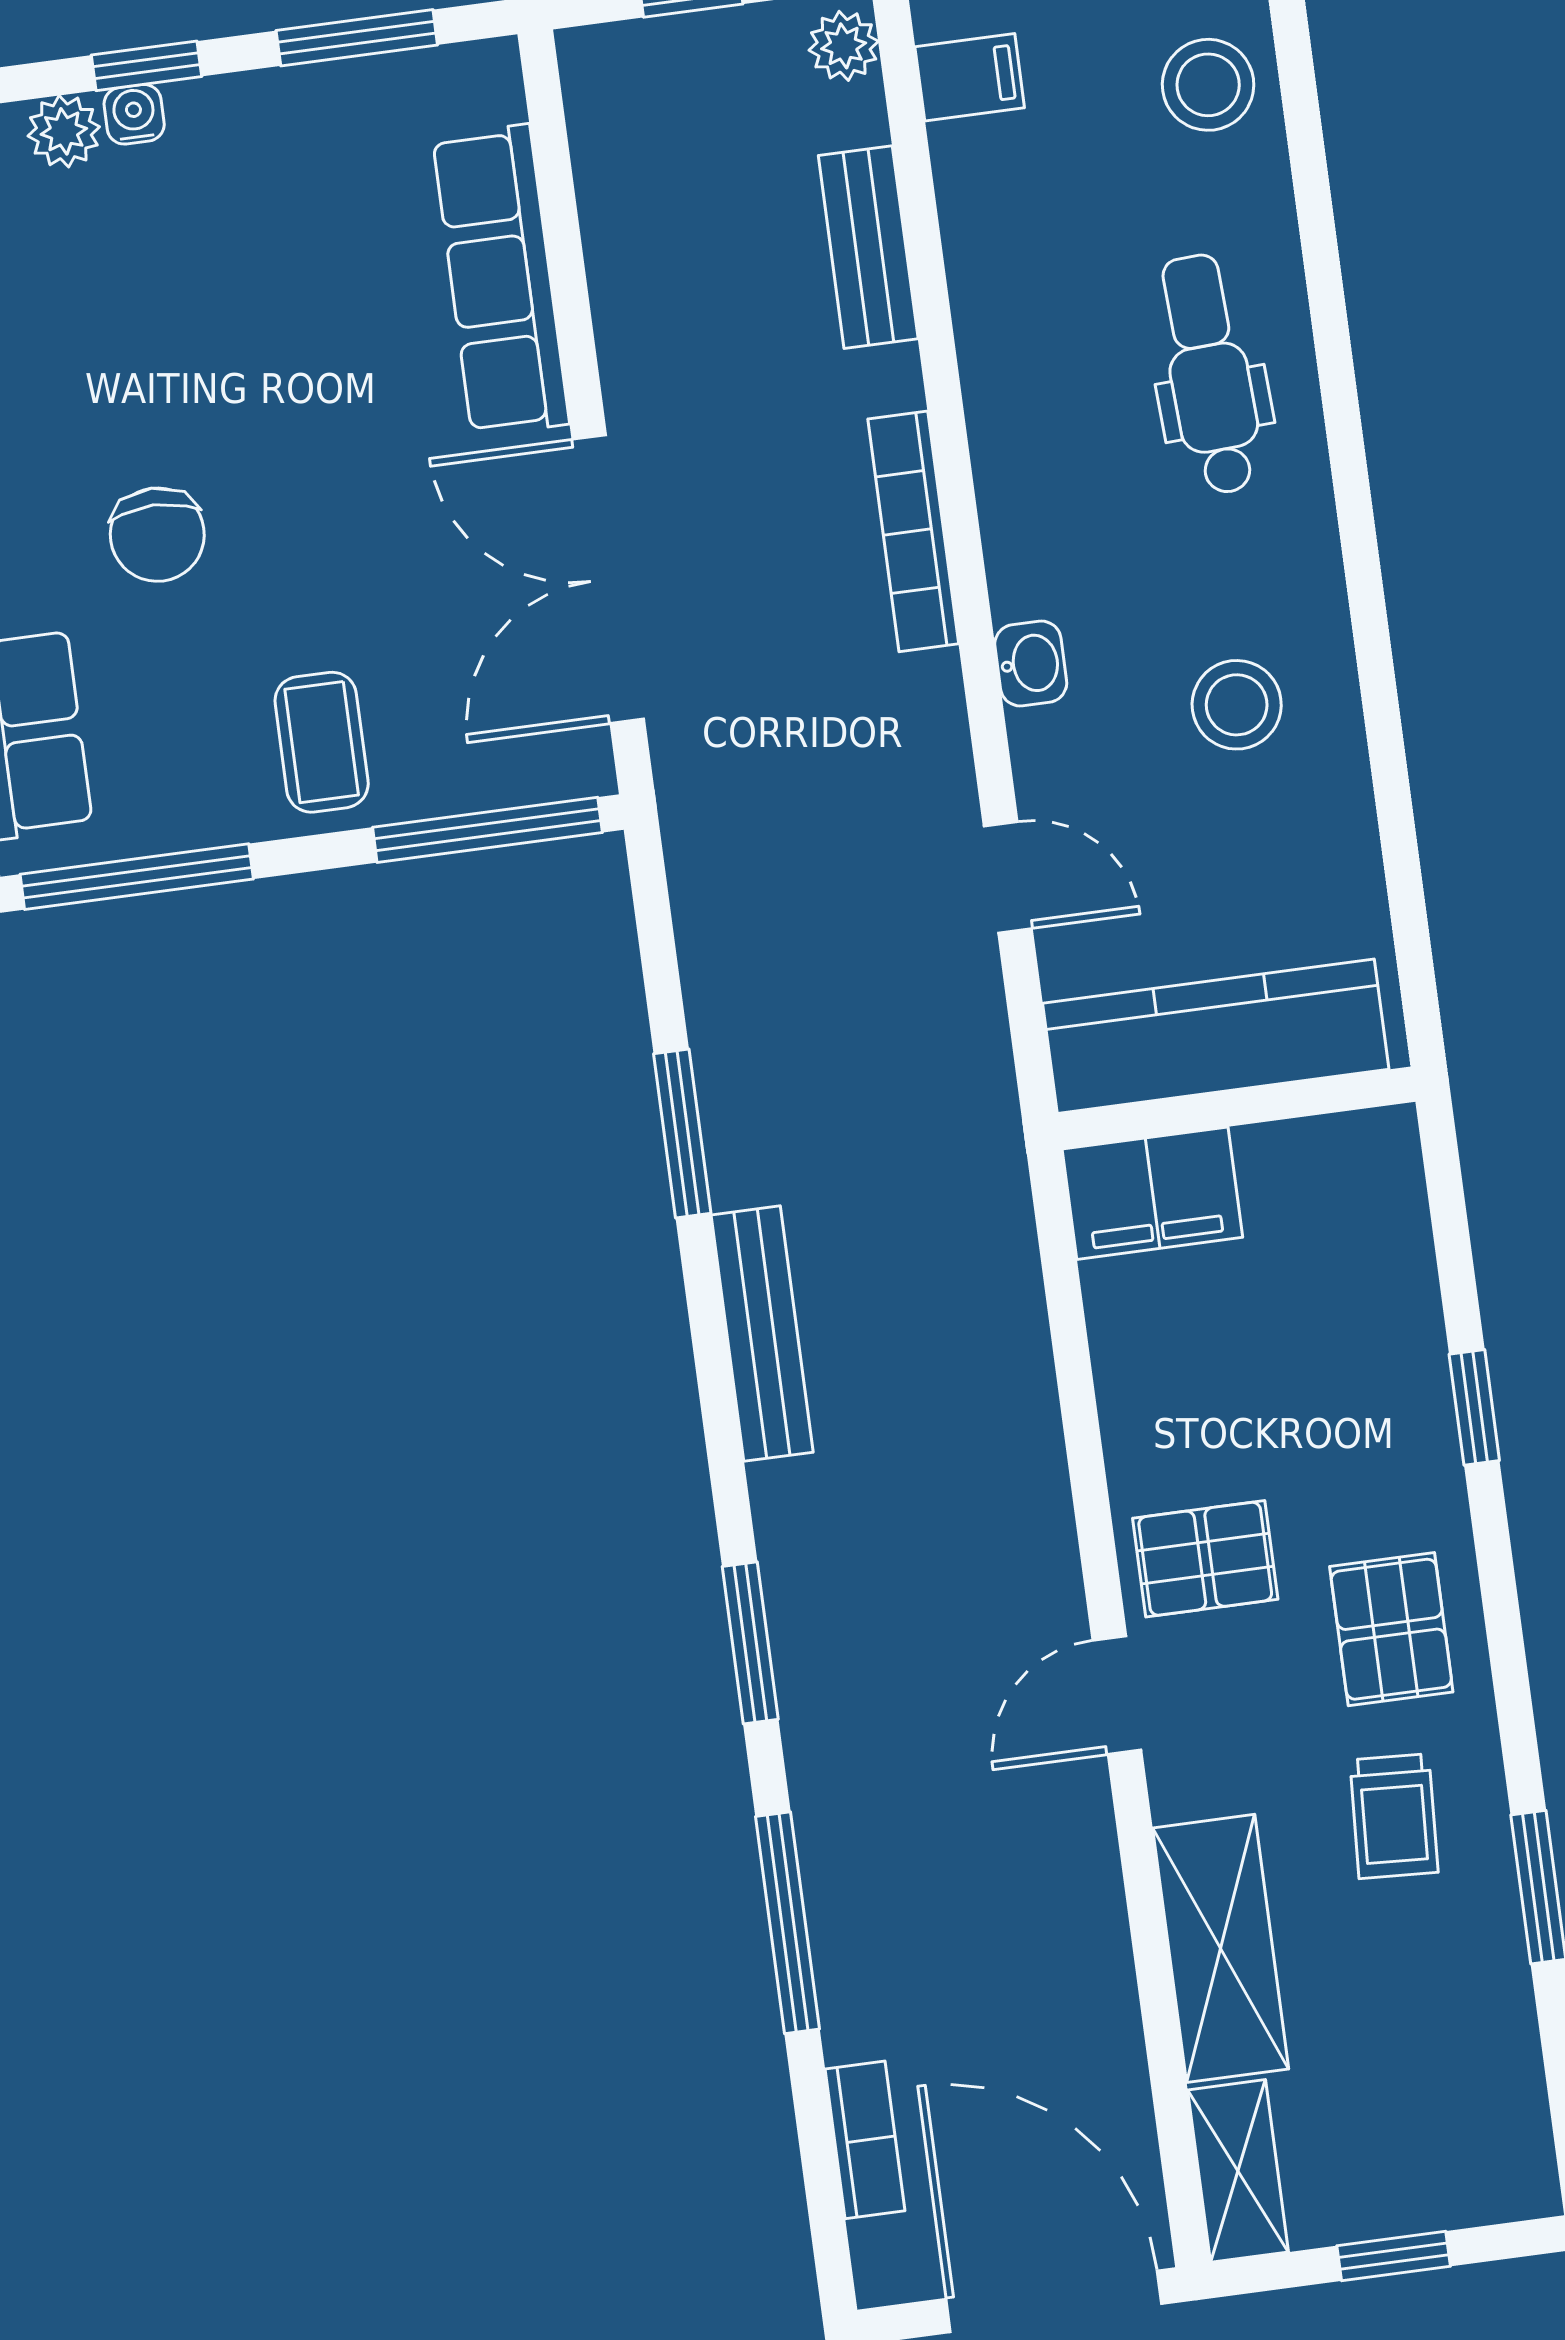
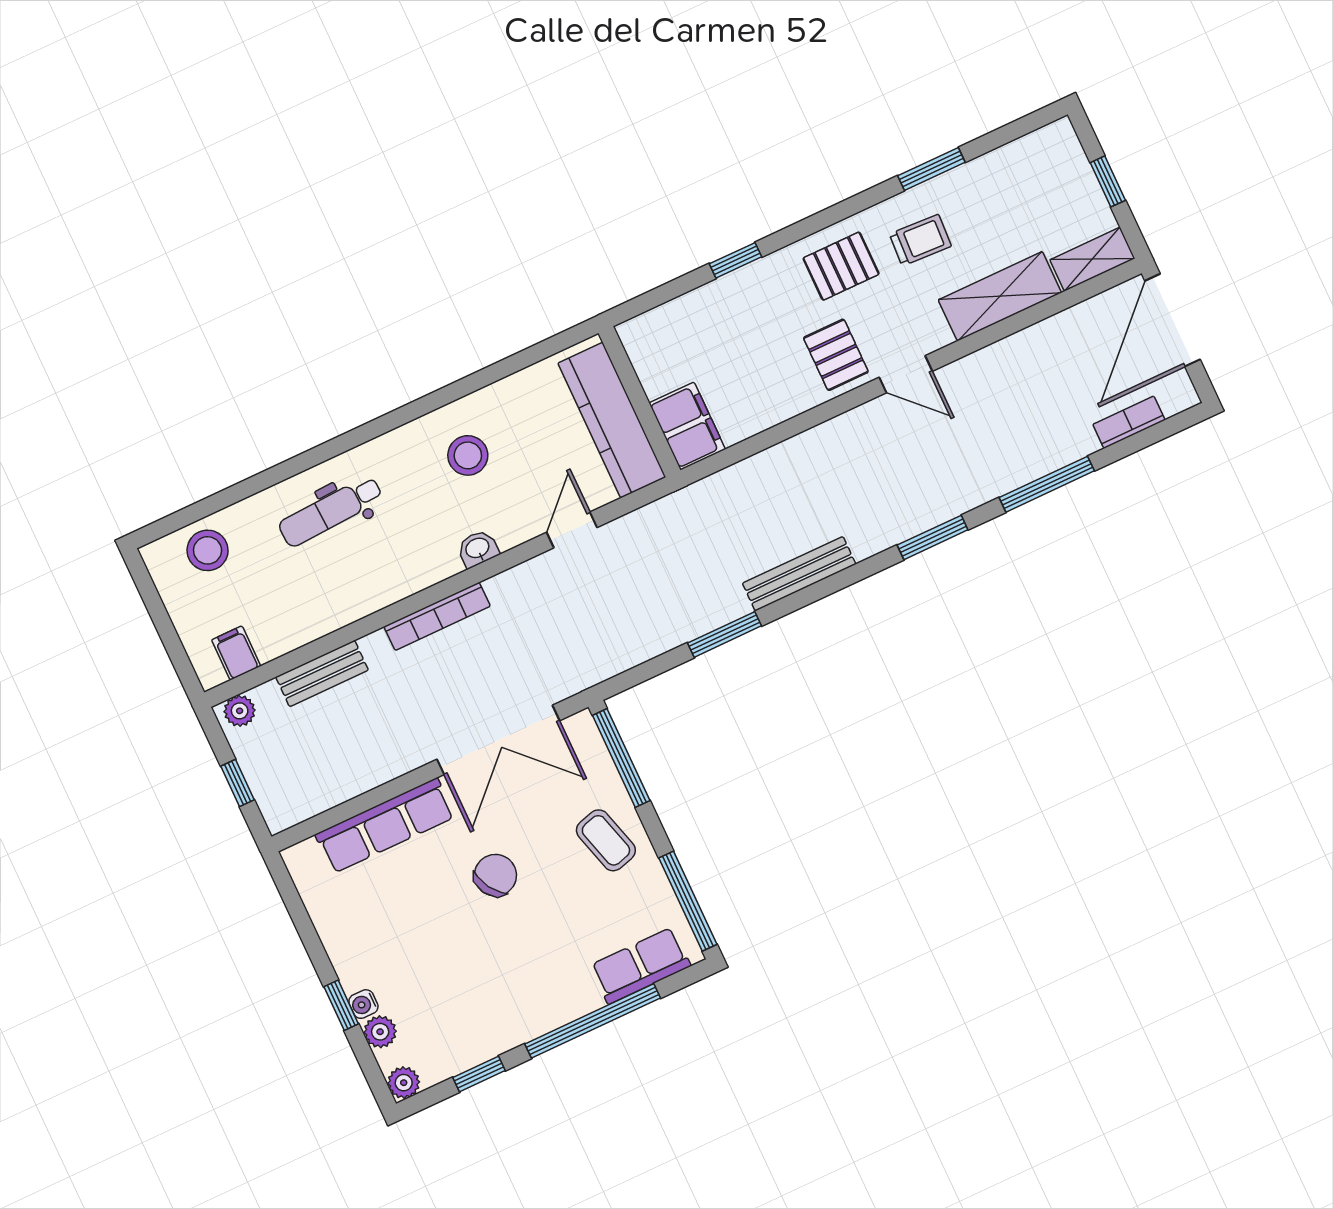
window: (357, 38) -> (301, 919), removed
chair: (157, 535) -> (495, 875), moved, turned -31
coffee table: (322, 742) -> (606, 840), turned 74

